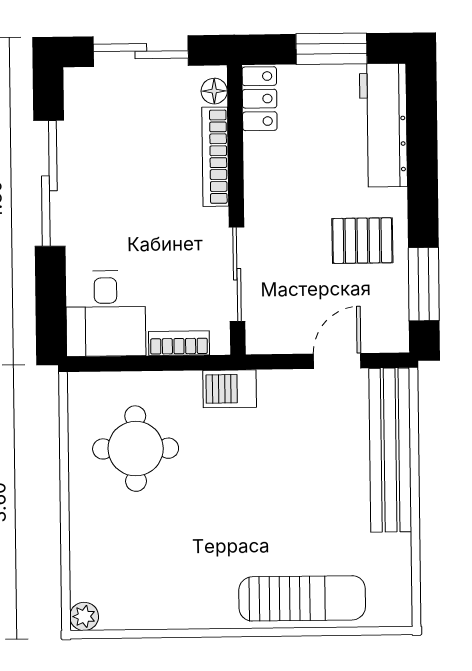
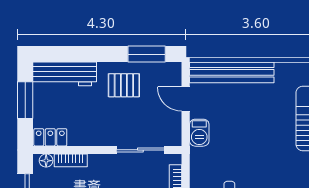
bookcase: (215, 157) -> (71, 160), width x0.64
pallet: (362, 241) -> (124, 85), turned 90
barbecue: (230, 389) -> (199, 133), moved

